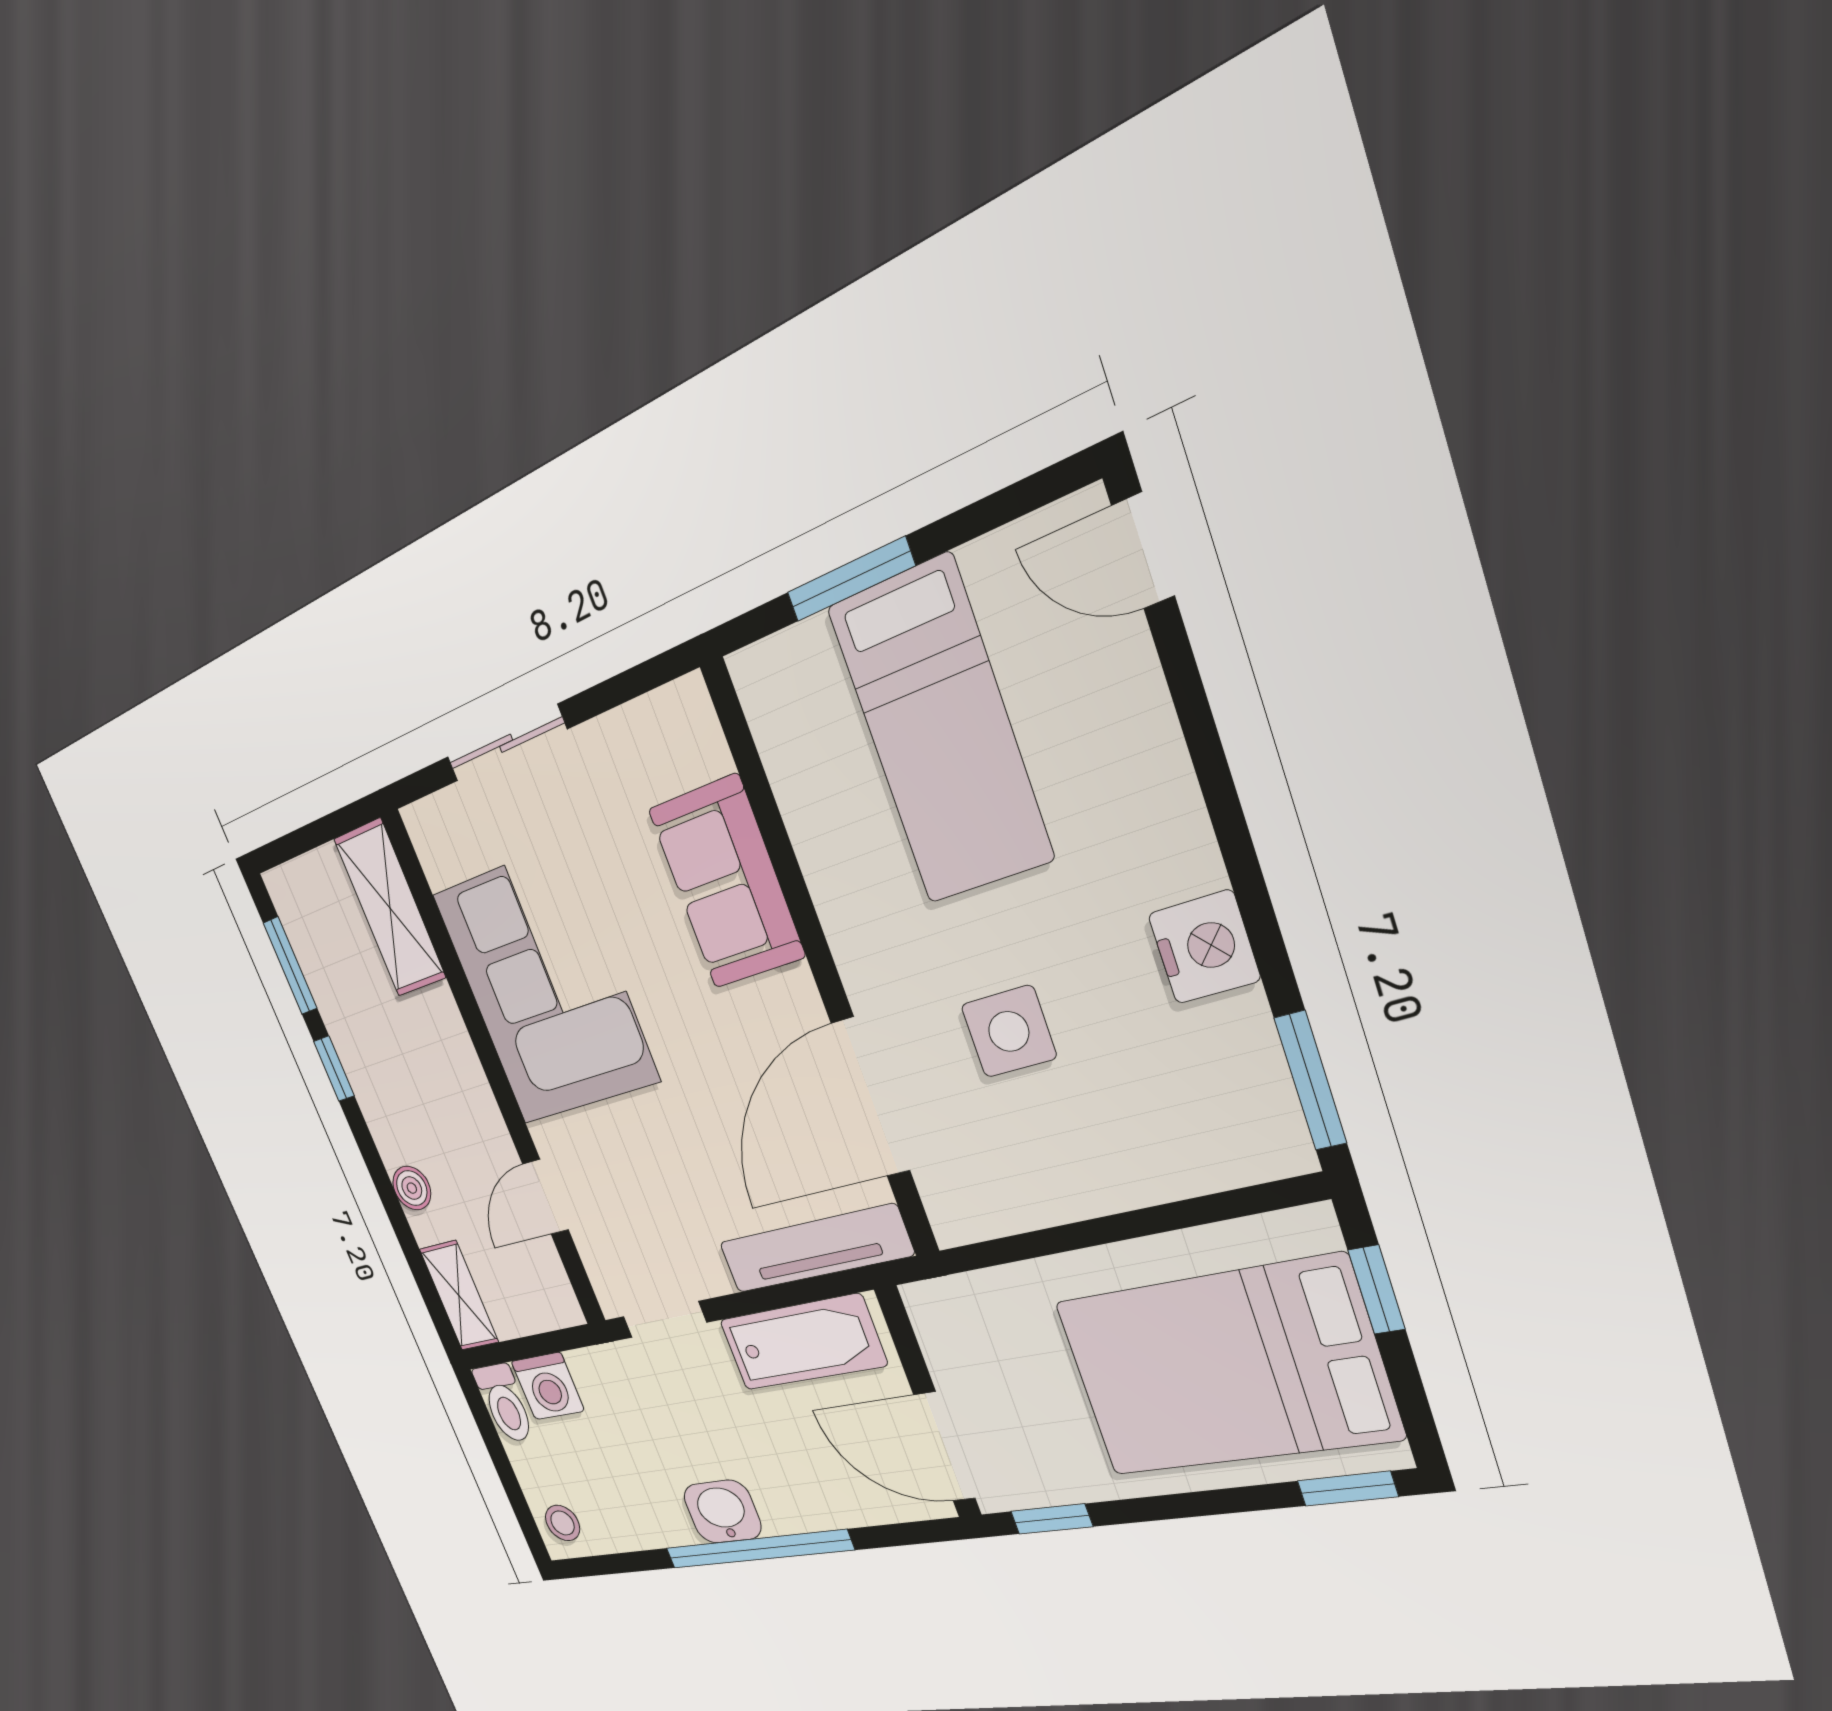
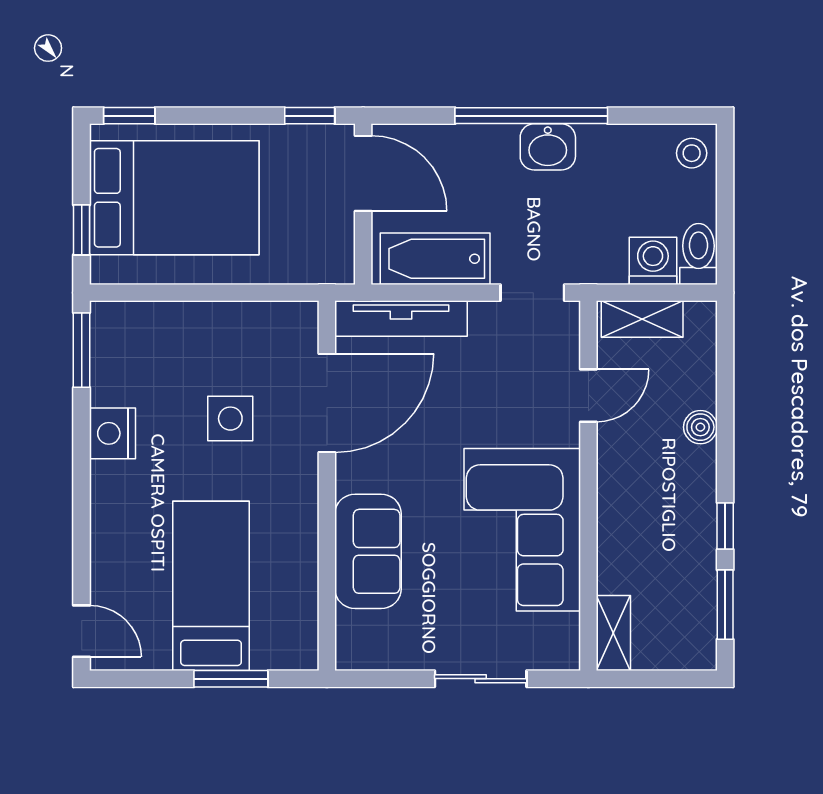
shelving: (390, 908) -> (613, 633), width x0.67, depth x0.75
shelving: (459, 1296) -> (642, 319), moved, turned 90

